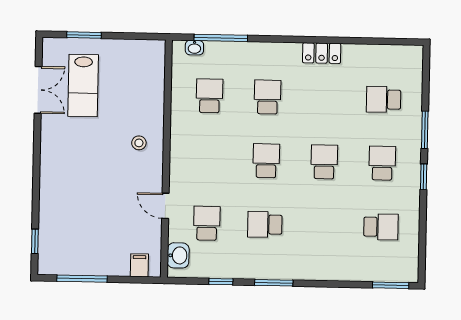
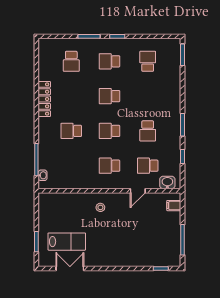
locker: (322, 53) -> (44, 99), width x1.53
school desk: (209, 96) -> (109, 166), moved

